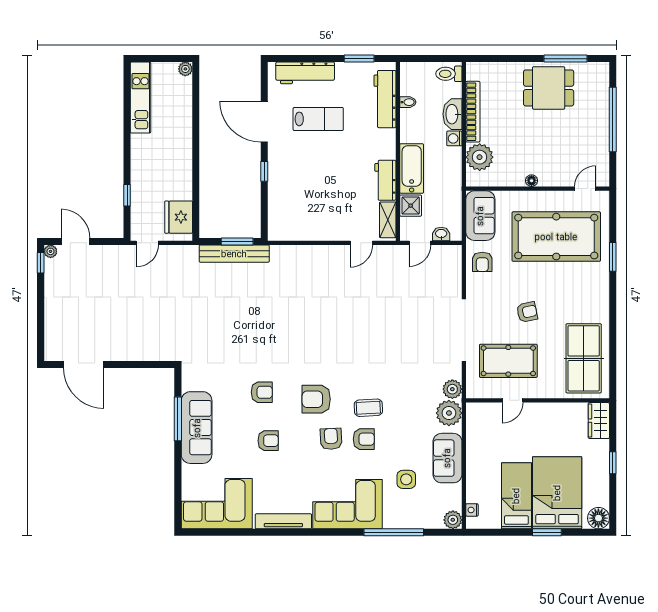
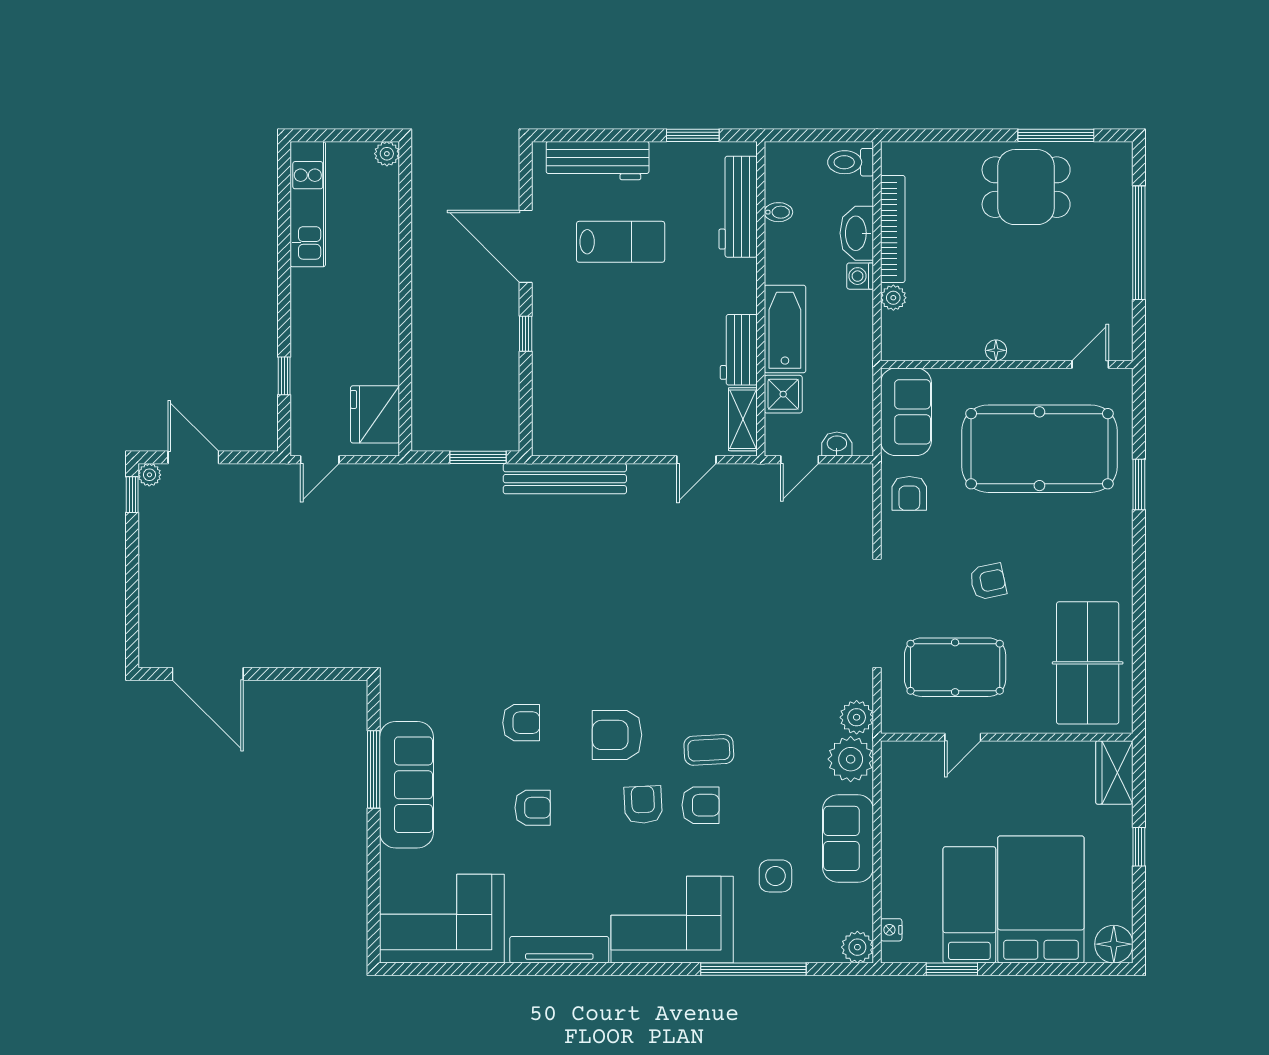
plant: (480, 157) -> (893, 298), width x0.53, depth x0.53
bench: (234, 254) -> (565, 479), moved
window: (547, 532) -> (952, 969), moved

